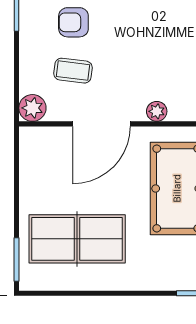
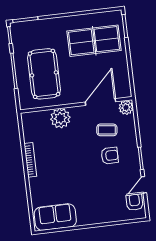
plant: (157, 111) -> (60, 118), width x1.88, depth x1.88
door: (101, 124) -> (101, 102), moved

